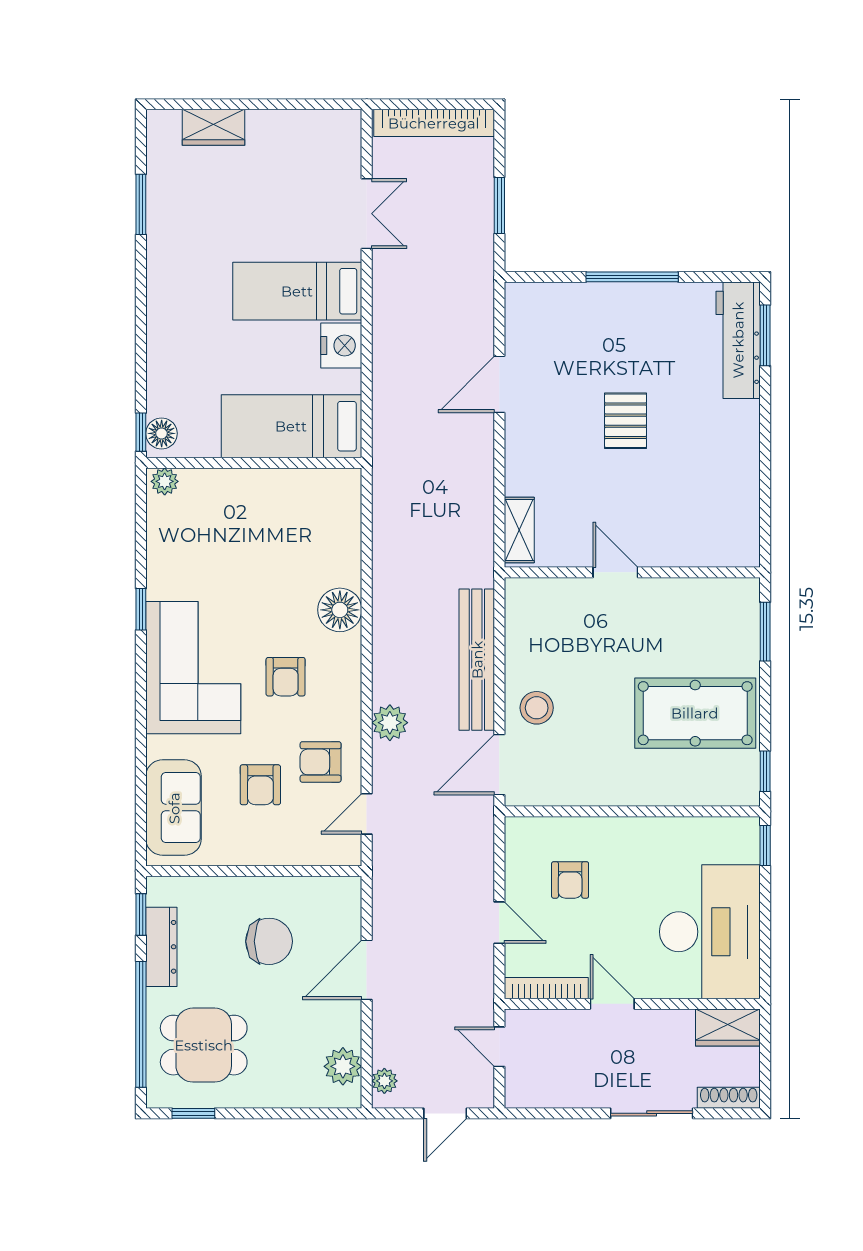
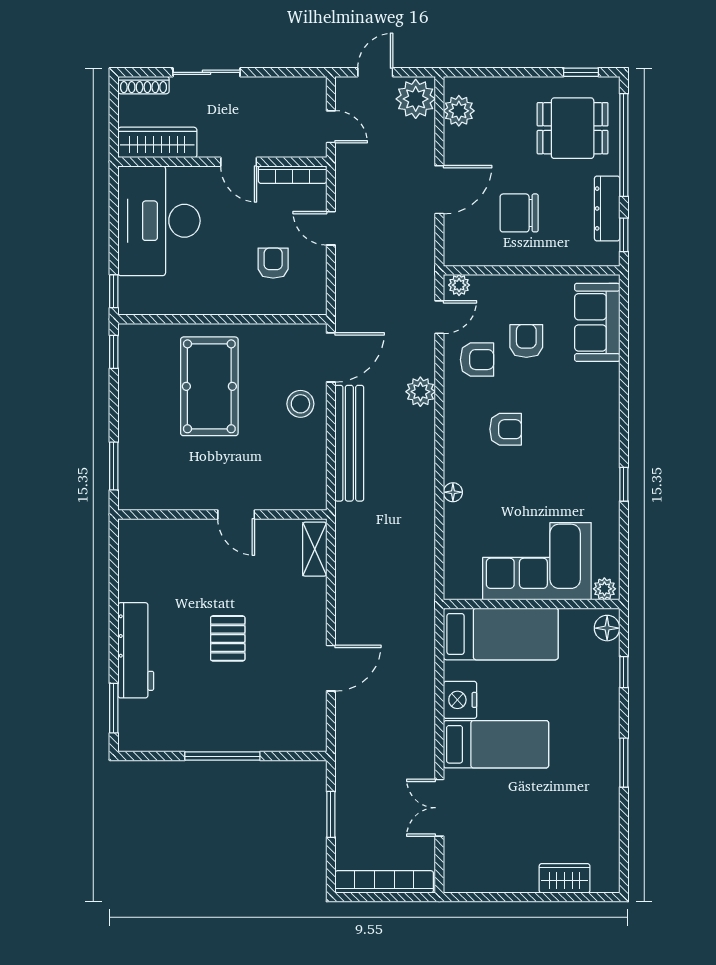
window: (141, 204) -> (624, 763), moved
workbench: (738, 340) -> (136, 650), moved
window: (141, 432) -> (624, 672), moved
floor lamp: (340, 610) -> (453, 492), width x0.53, depth x0.53
corner sofa: (193, 668) -> (537, 561), moved, turned 90
armchair: (286, 677) -> (506, 429), turned 90
pool table: (695, 713) -> (209, 386), moved, turned 90
plant: (343, 853) -> (459, 285), added
wardrobe: (728, 1028) -> (157, 142), width x1.50
plant: (384, 1081) -> (416, 99), width x1.88, depth x1.88

